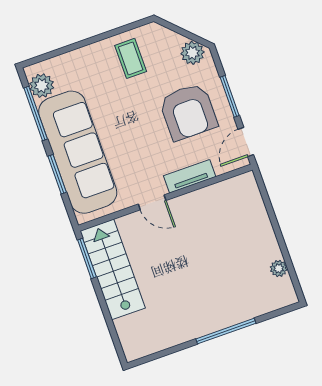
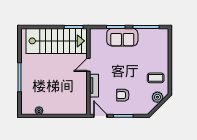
plant: (192, 53) -> (157, 97), moved
plant: (42, 86) -> (158, 34), removed
armchair: (188, 112) -> (123, 95), width x0.53, depth x0.53
sofa: (78, 152) -> (122, 37), width x0.54, depth x0.79
stairs: (113, 269) -> (57, 41), width x1.36, depth x1.51

